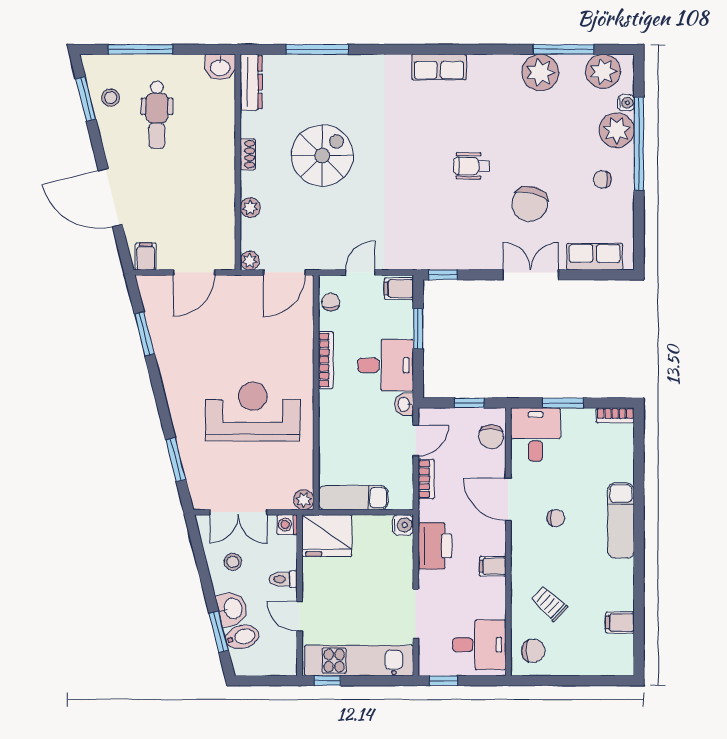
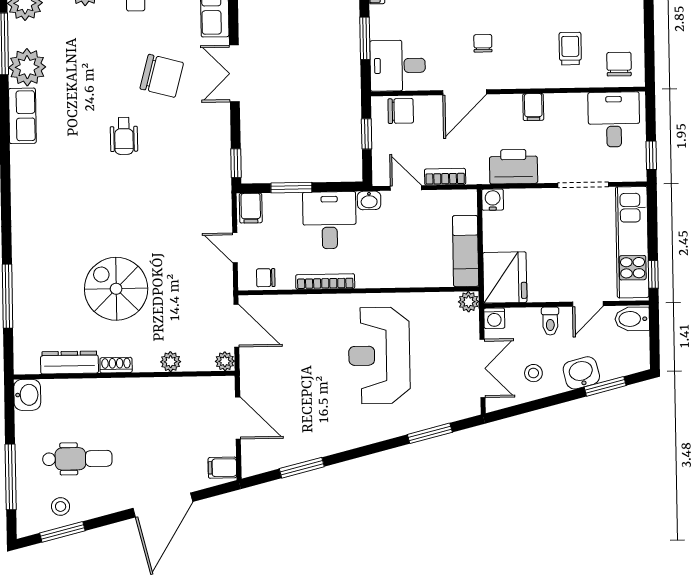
row of seats: (439, 67) -> (22, 116), moved
dresser: (251, 82) -> (69, 362), moved
trolley: (549, 603) -> (570, 49), turned 137
bidet: (242, 637) -> (632, 319), moved, turned -76

